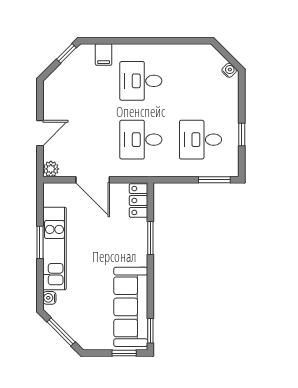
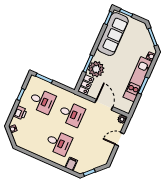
printer: (229, 103) -> (20, 113), added
plant: (133, 235) -> (96, 69), added

